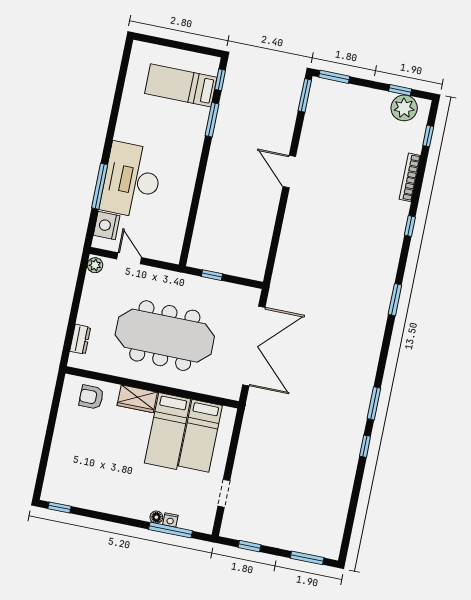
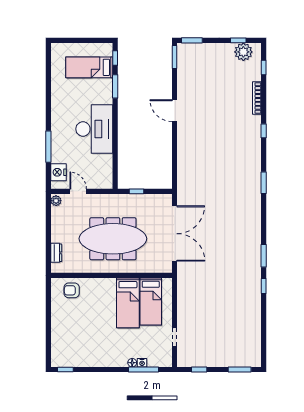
desk: (132, 180) -> (94, 129), moved, turned 180
wardrobe: (137, 399) -> (103, 285), removed

